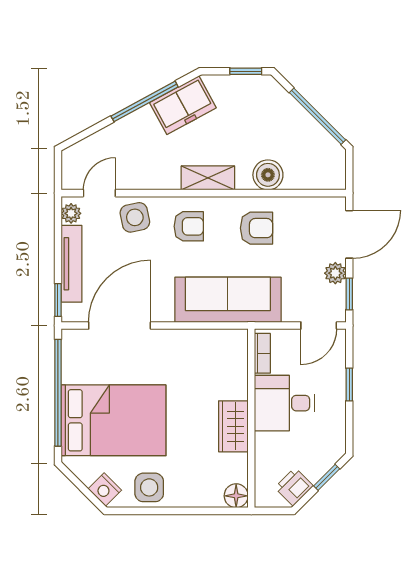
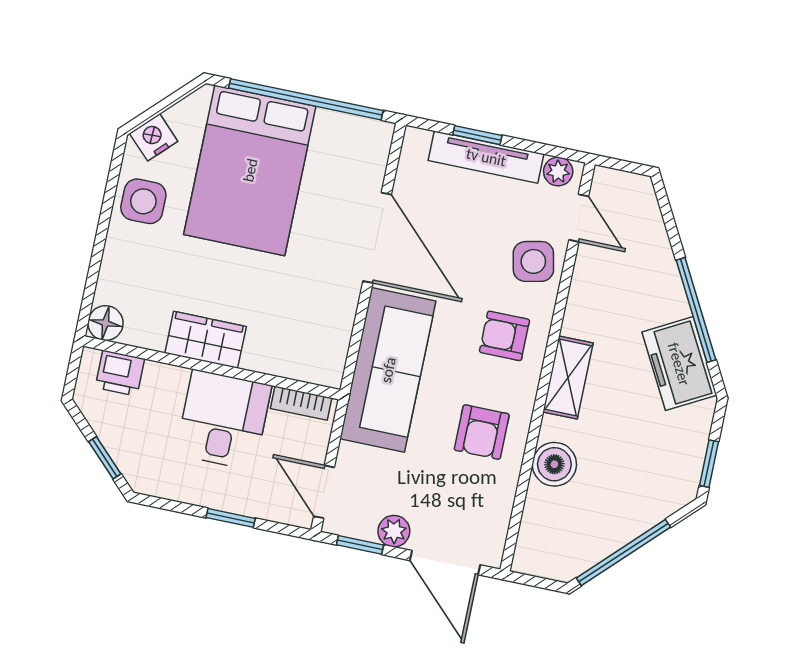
armchair: (189, 226) -> (504, 336), turned 90
window: (58, 300) -> (477, 135), moved
door: (120, 326) -> (377, 238), moved
printer: (294, 487) -> (120, 373), moved, turned 135

